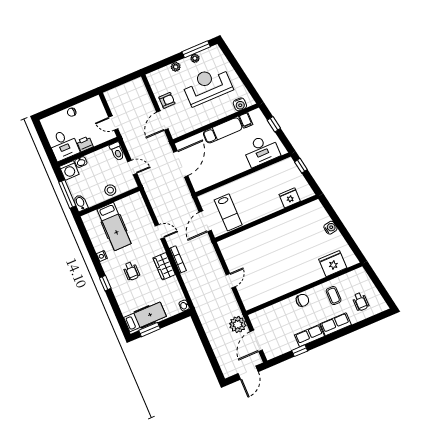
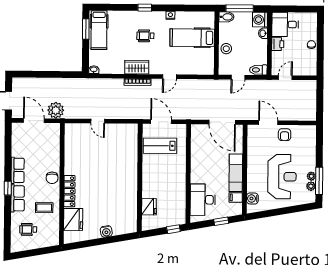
plant: (176, 67) -> (311, 186), moved
locker: (308, 279) -> (69, 191), added
window: (300, 351) -> (8, 188), moved

